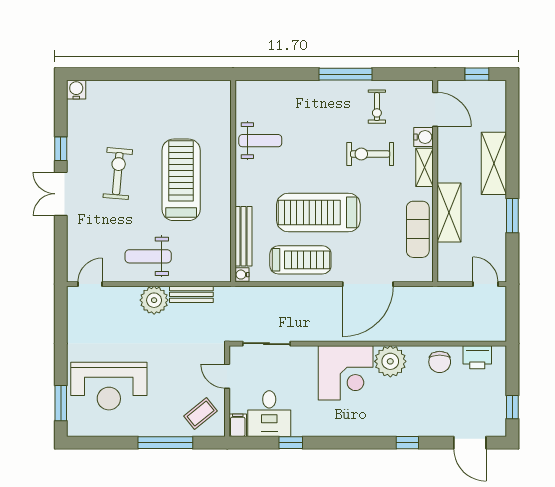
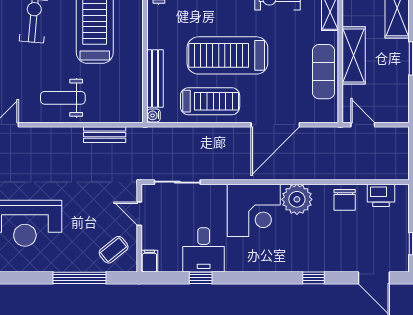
door: (485, 284) -> (363, 125), moved
plant: (154, 300) -> (69, 140), removed
desk: (269, 414) -> (204, 250), moved

